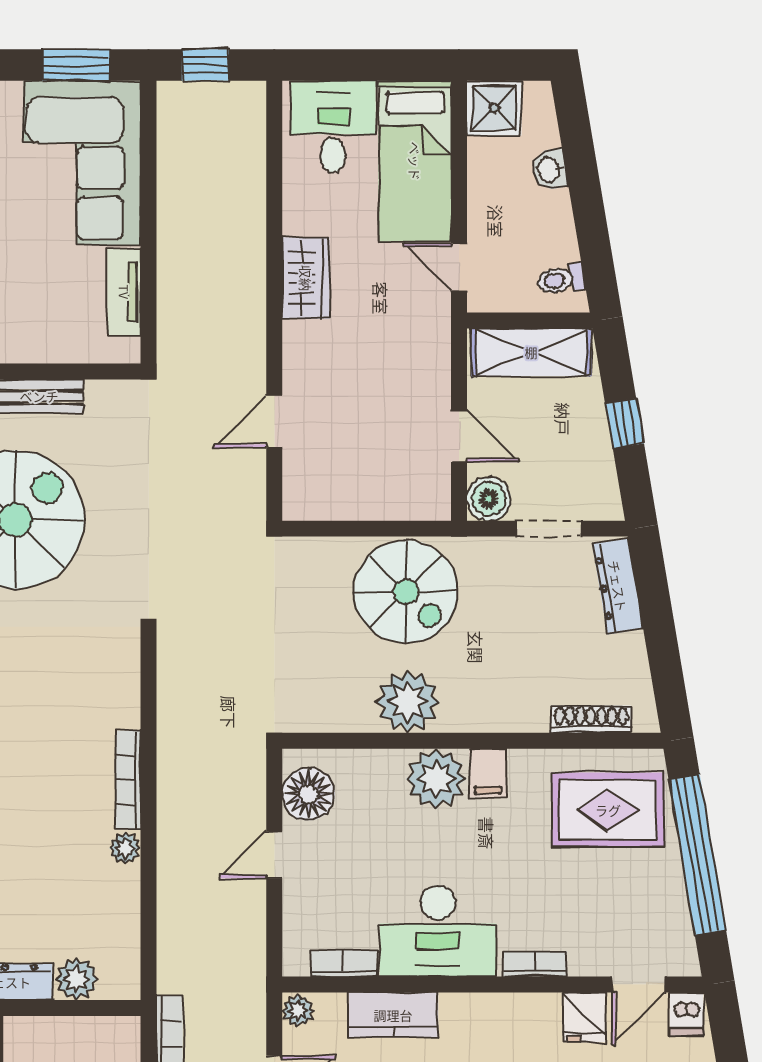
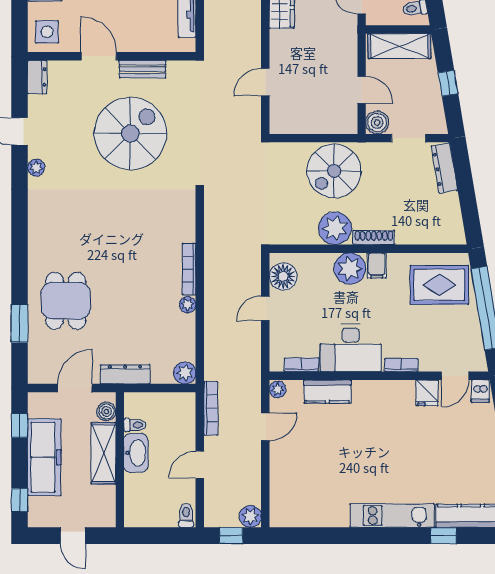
spiral stairs: (406, 592) -> (334, 171), turned 90
shoe rack: (591, 719) -> (374, 238), moved
plant: (77, 979) -> (185, 373), moved

